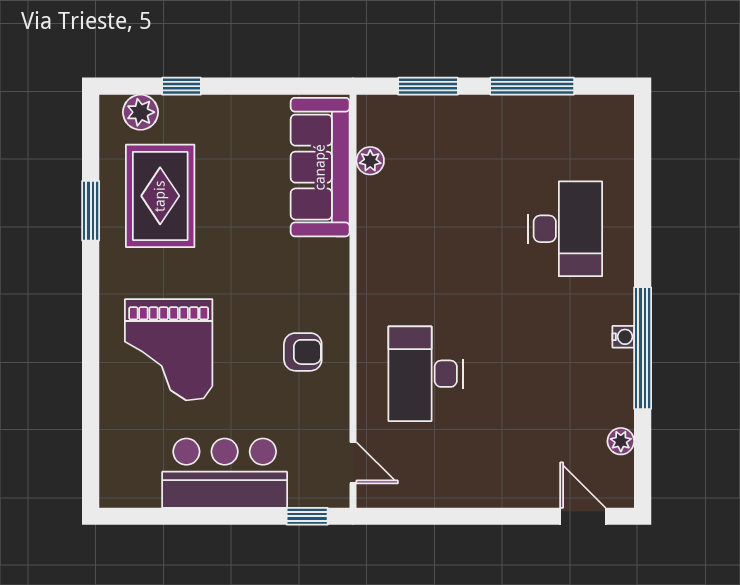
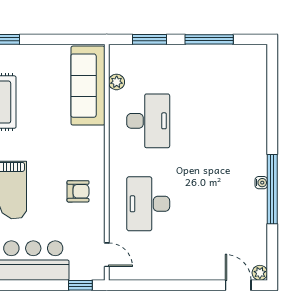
desk: (565, 229) -> (148, 121), moved
plant: (621, 441) -> (260, 273), moved

